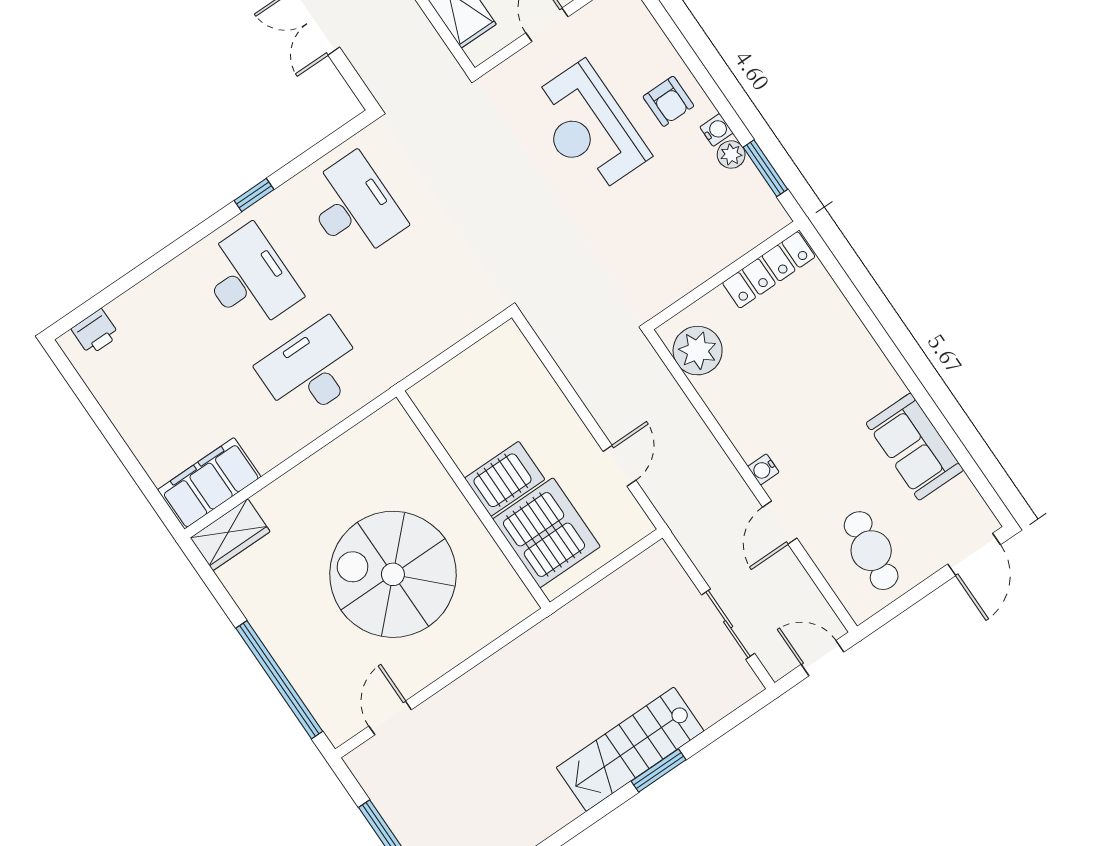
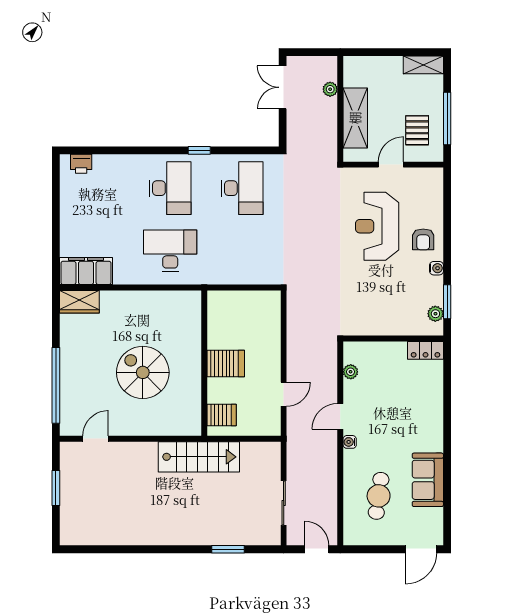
plant: (731, 155) -> (435, 314), moved
locker: (769, 270) -> (426, 350), width x0.66
plant: (698, 351) -> (351, 372), width x0.53, depth x0.53
door: (780, 523) -> (340, 416), moved
server rack: (546, 533) -> (222, 415), width x0.46, depth x0.70
cafe table: (871, 551) -> (379, 496), moved
spiral stairs: (393, 574) -> (143, 372), width x0.73, depth x0.73
stairs: (630, 749) -> (199, 457), moved, turned 180
window: (659, 770) -> (228, 549), moved

